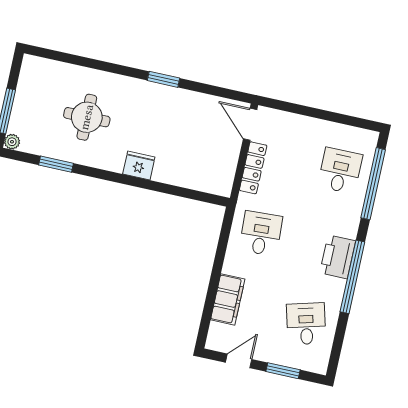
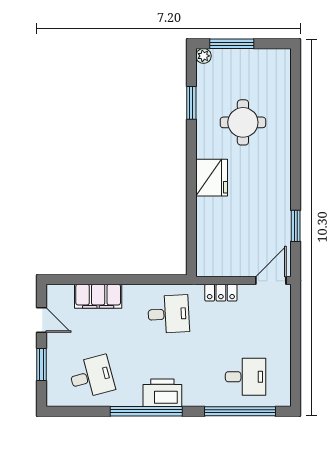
window: (164, 79) -> (296, 226), moved
fridge: (139, 165) -> (212, 178), width x1.36, depth x1.34
locker: (253, 168) -> (221, 293), width x0.66

